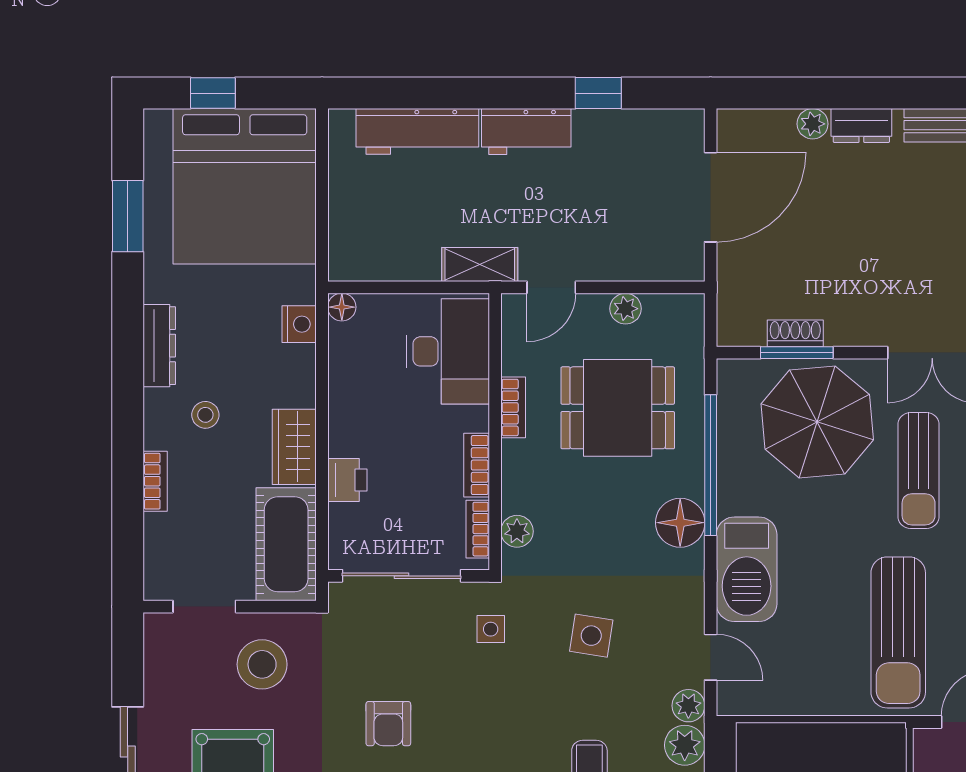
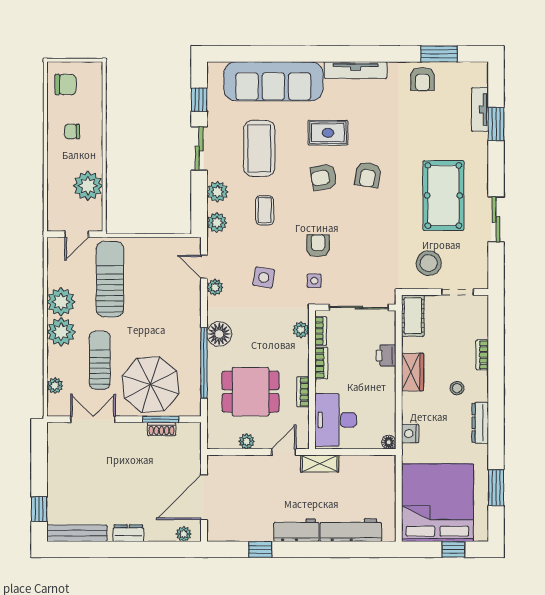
plant: (813, 124) -> (184, 534), moved
cot: (286, 544) -> (413, 316), width x0.73, depth x0.75
barbecue: (747, 569) -> (186, 311), removed
plant: (688, 706) -> (215, 287), moved
armchair: (388, 724) -> (318, 246), moved

